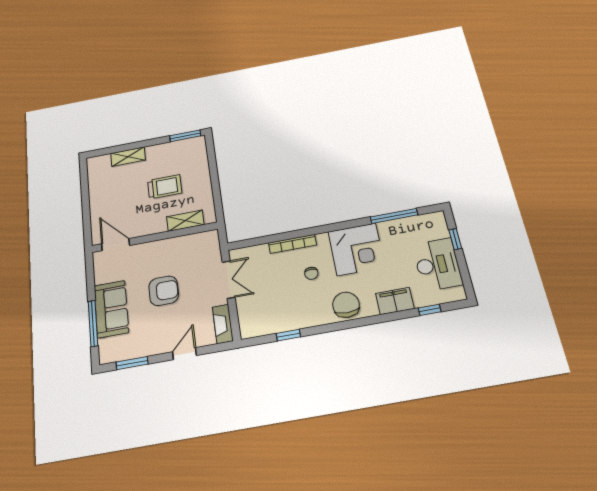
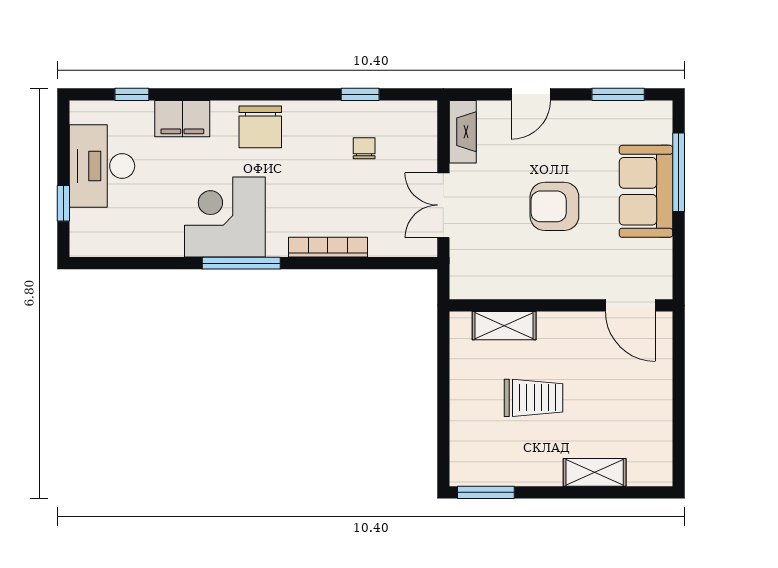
trolley: (165, 187) -> (534, 398), turned 180
window: (394, 216) -> (241, 263), moved
chair: (311, 273) -> (364, 148), moved

